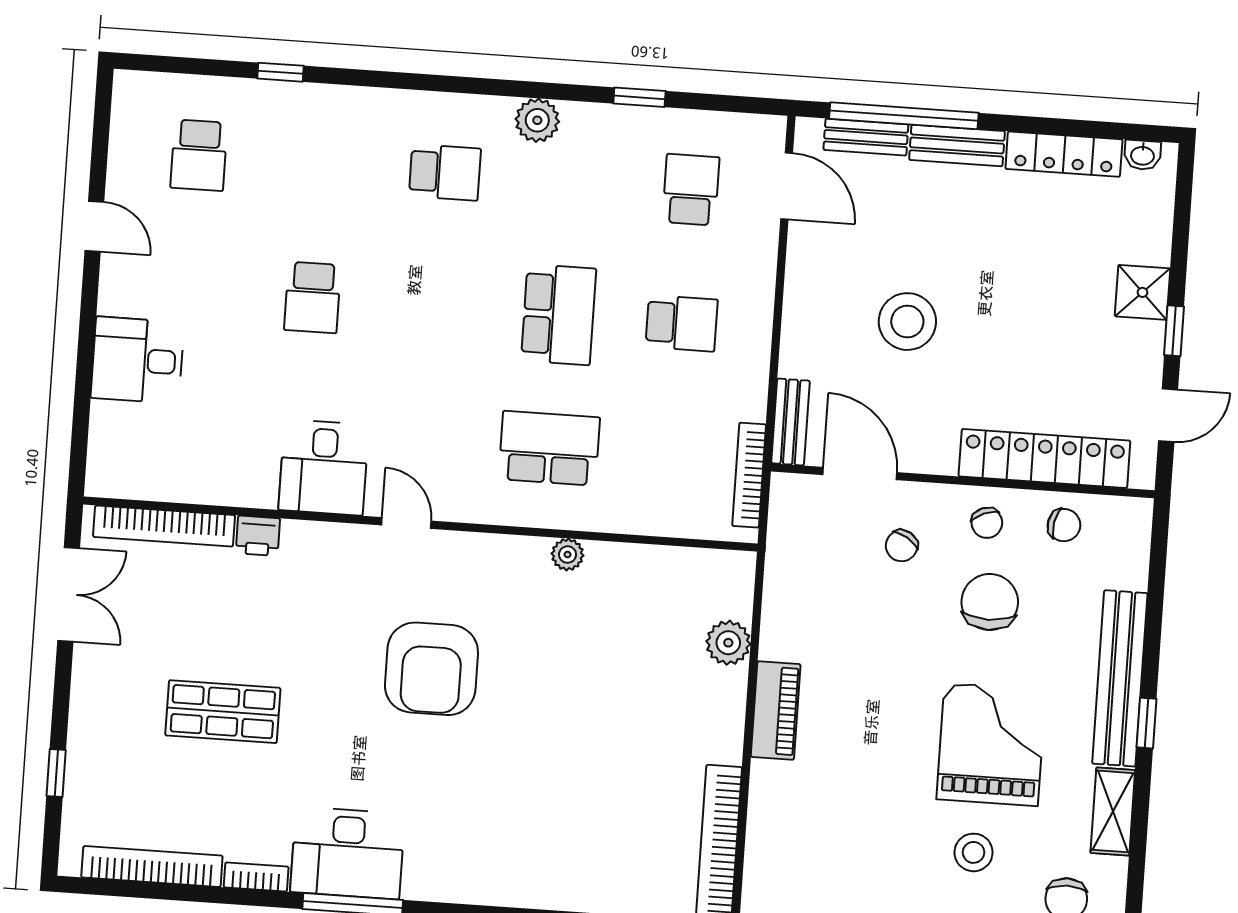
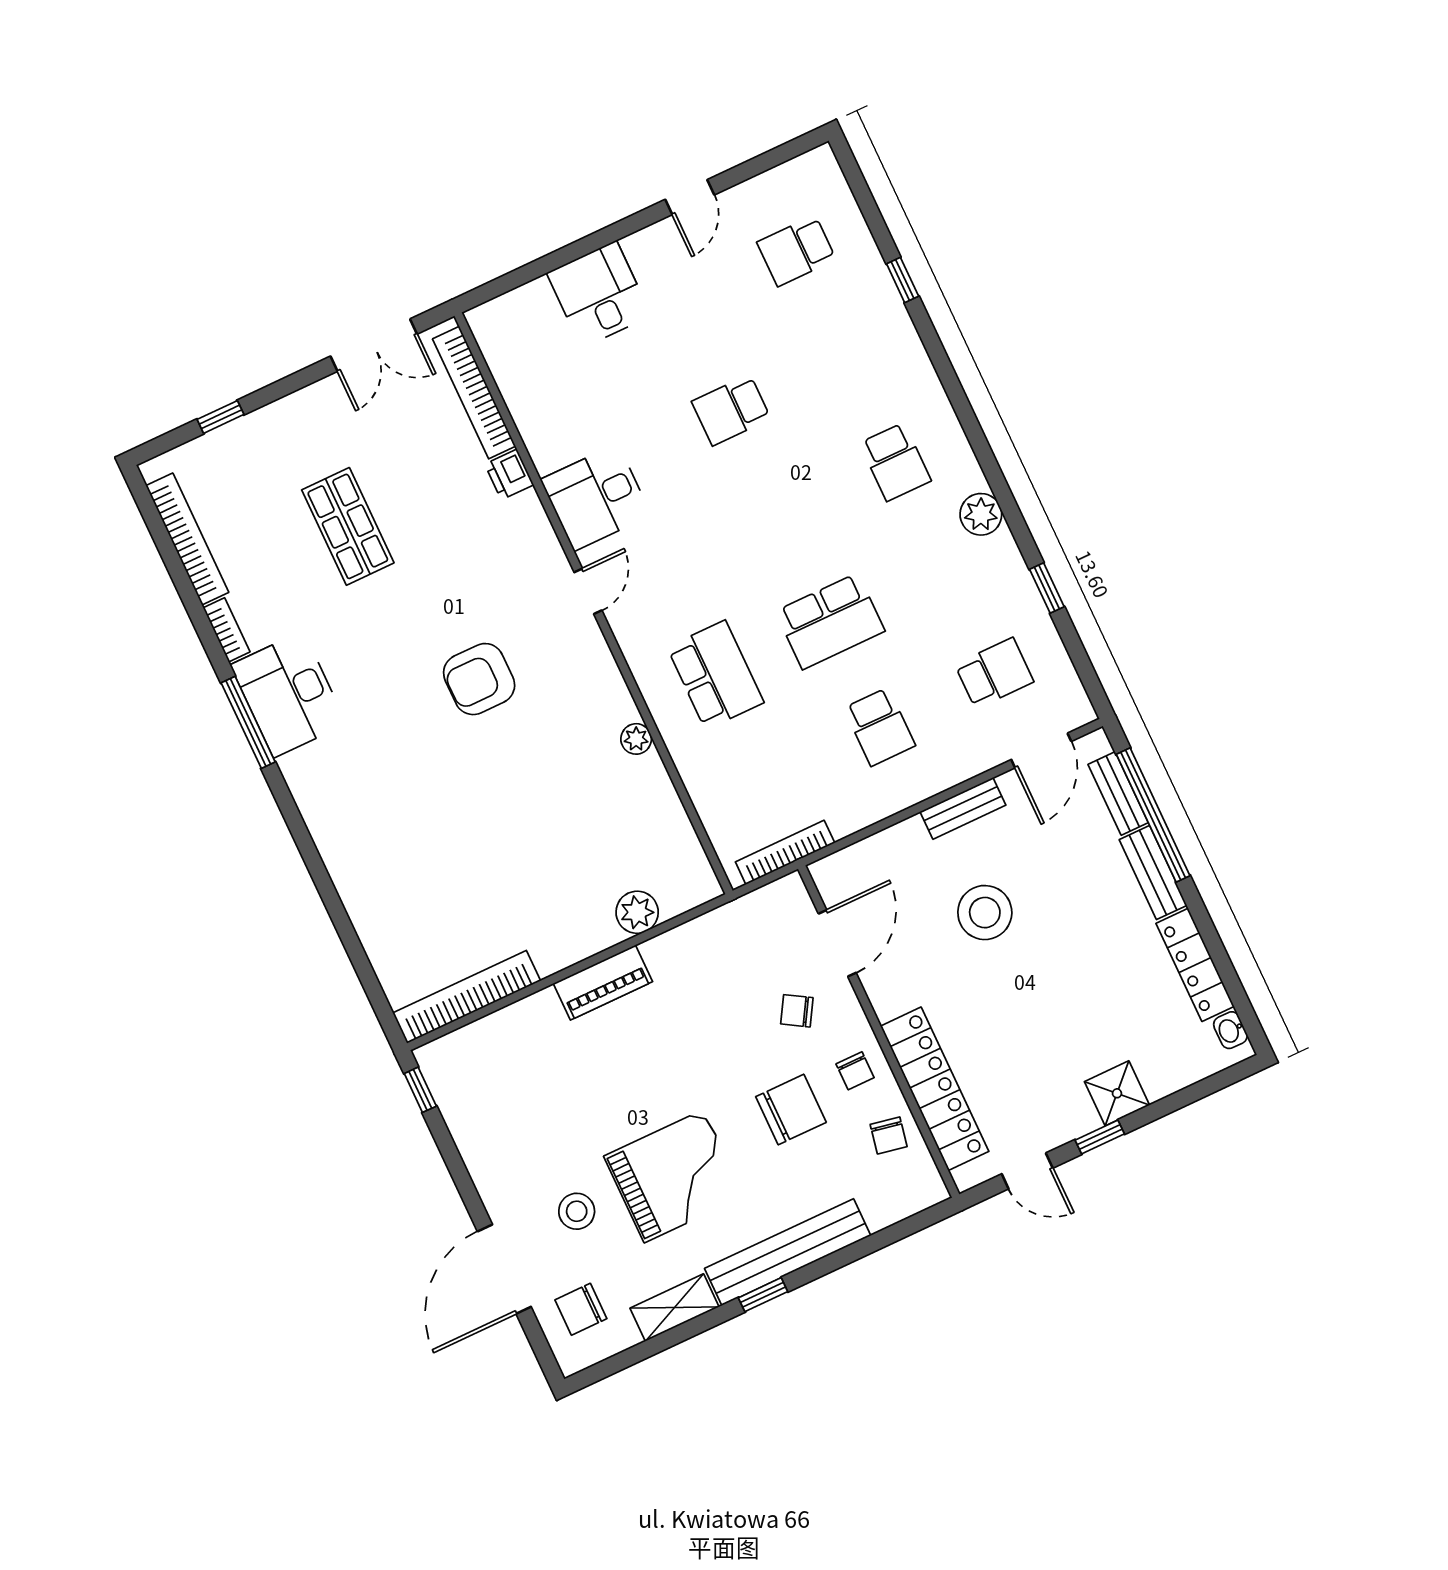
bench: (790, 422) -> (963, 808), moved
chair: (987, 523) -> (855, 1071), turned -68
armchair: (431, 669) -> (479, 679), width x0.73, depth x0.73

